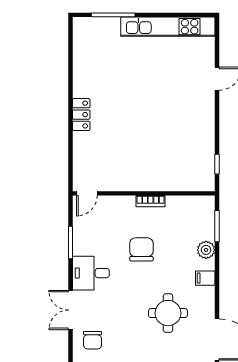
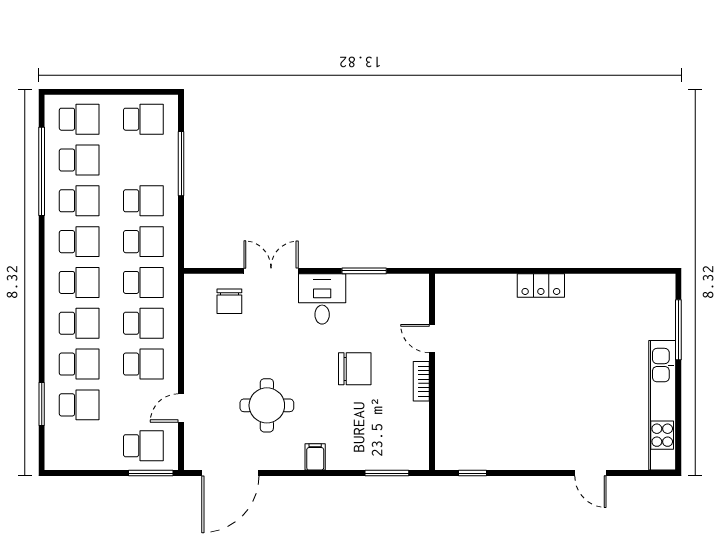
door: (87, 193) -> (432, 339), moved
plant: (206, 250) -> (354, 458), removed
chair: (93, 340) -> (229, 301), turned -90

